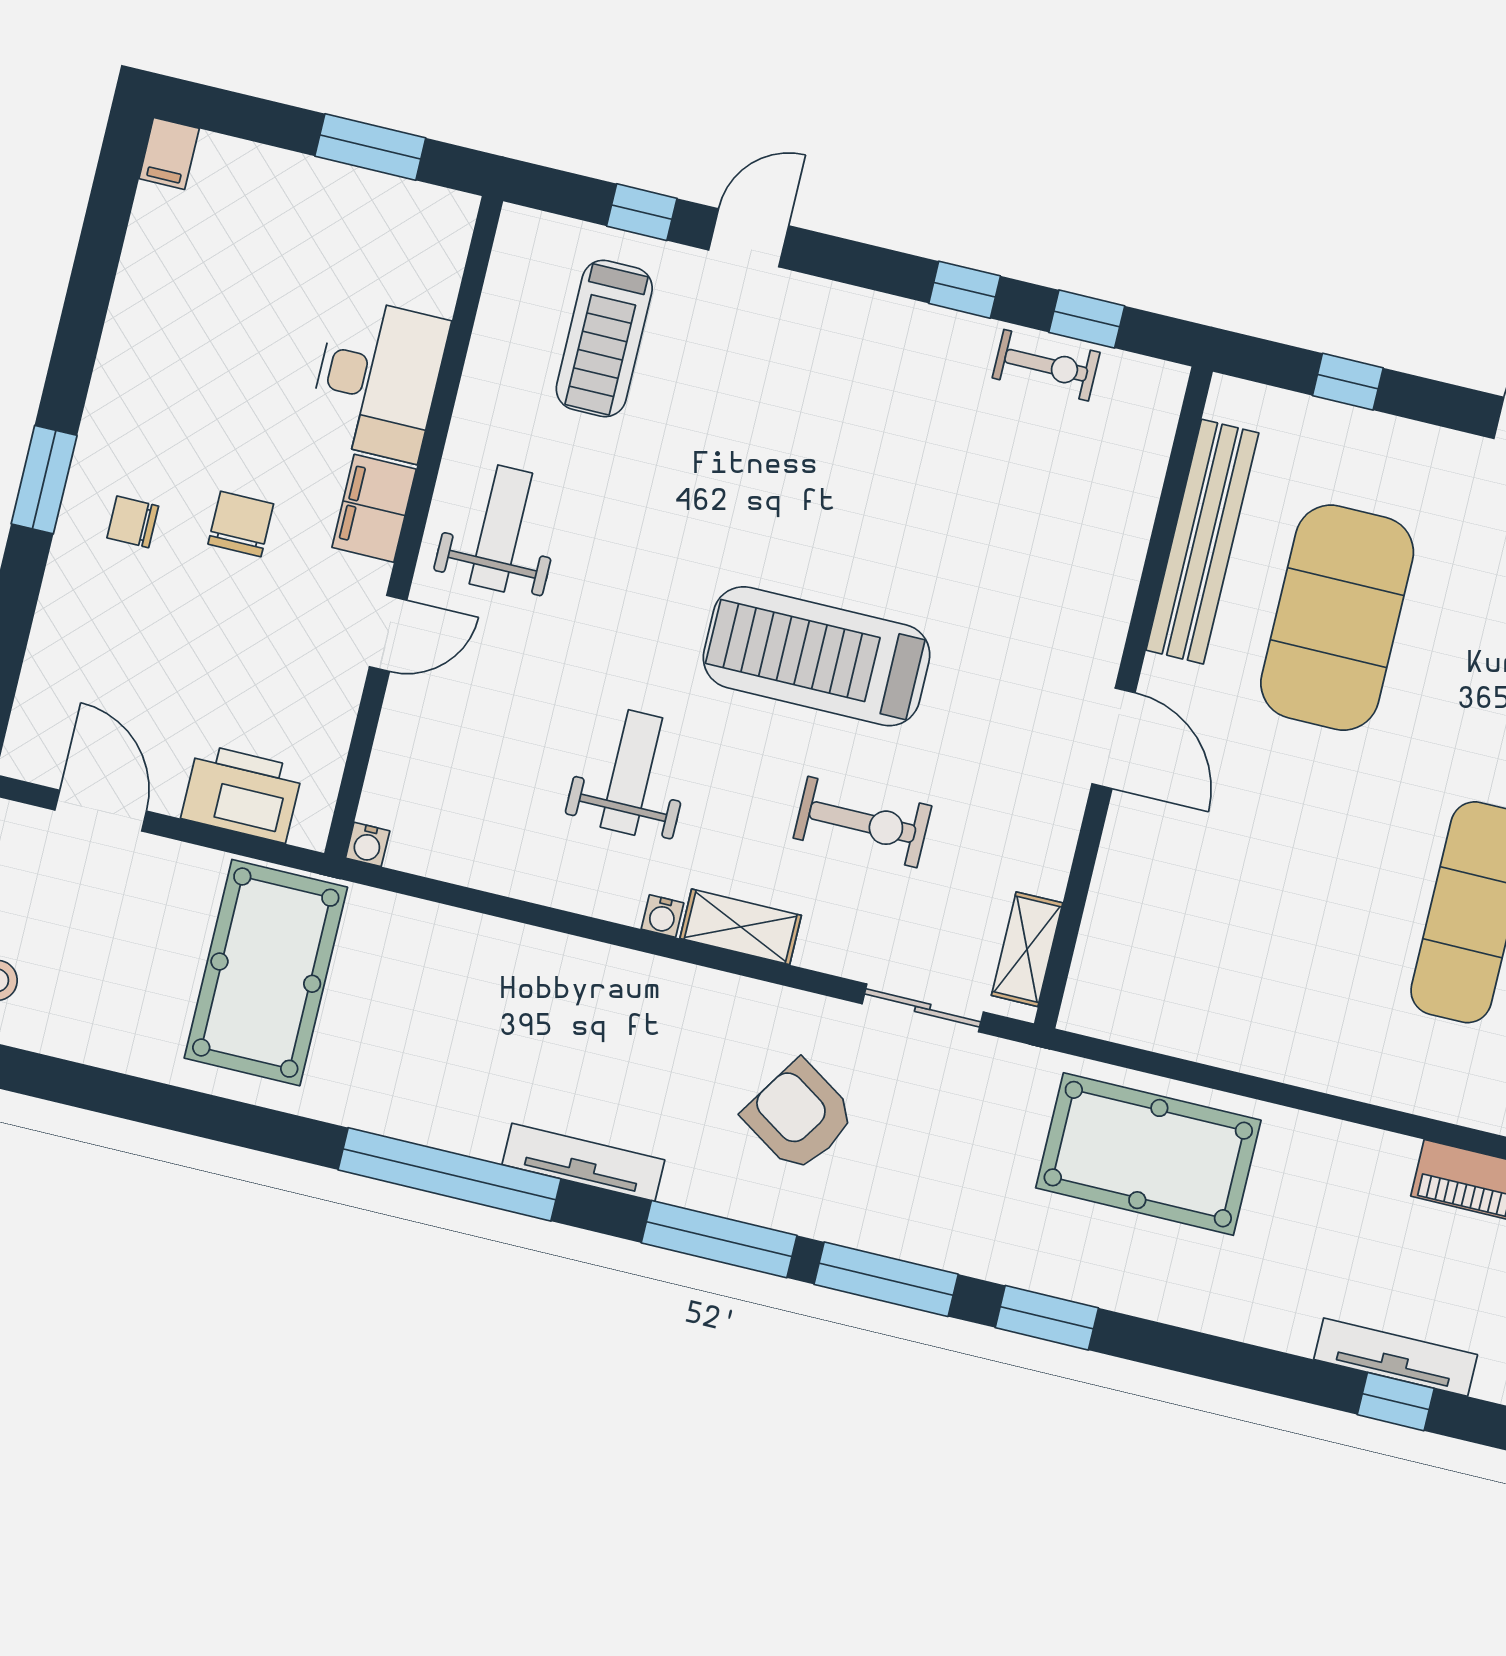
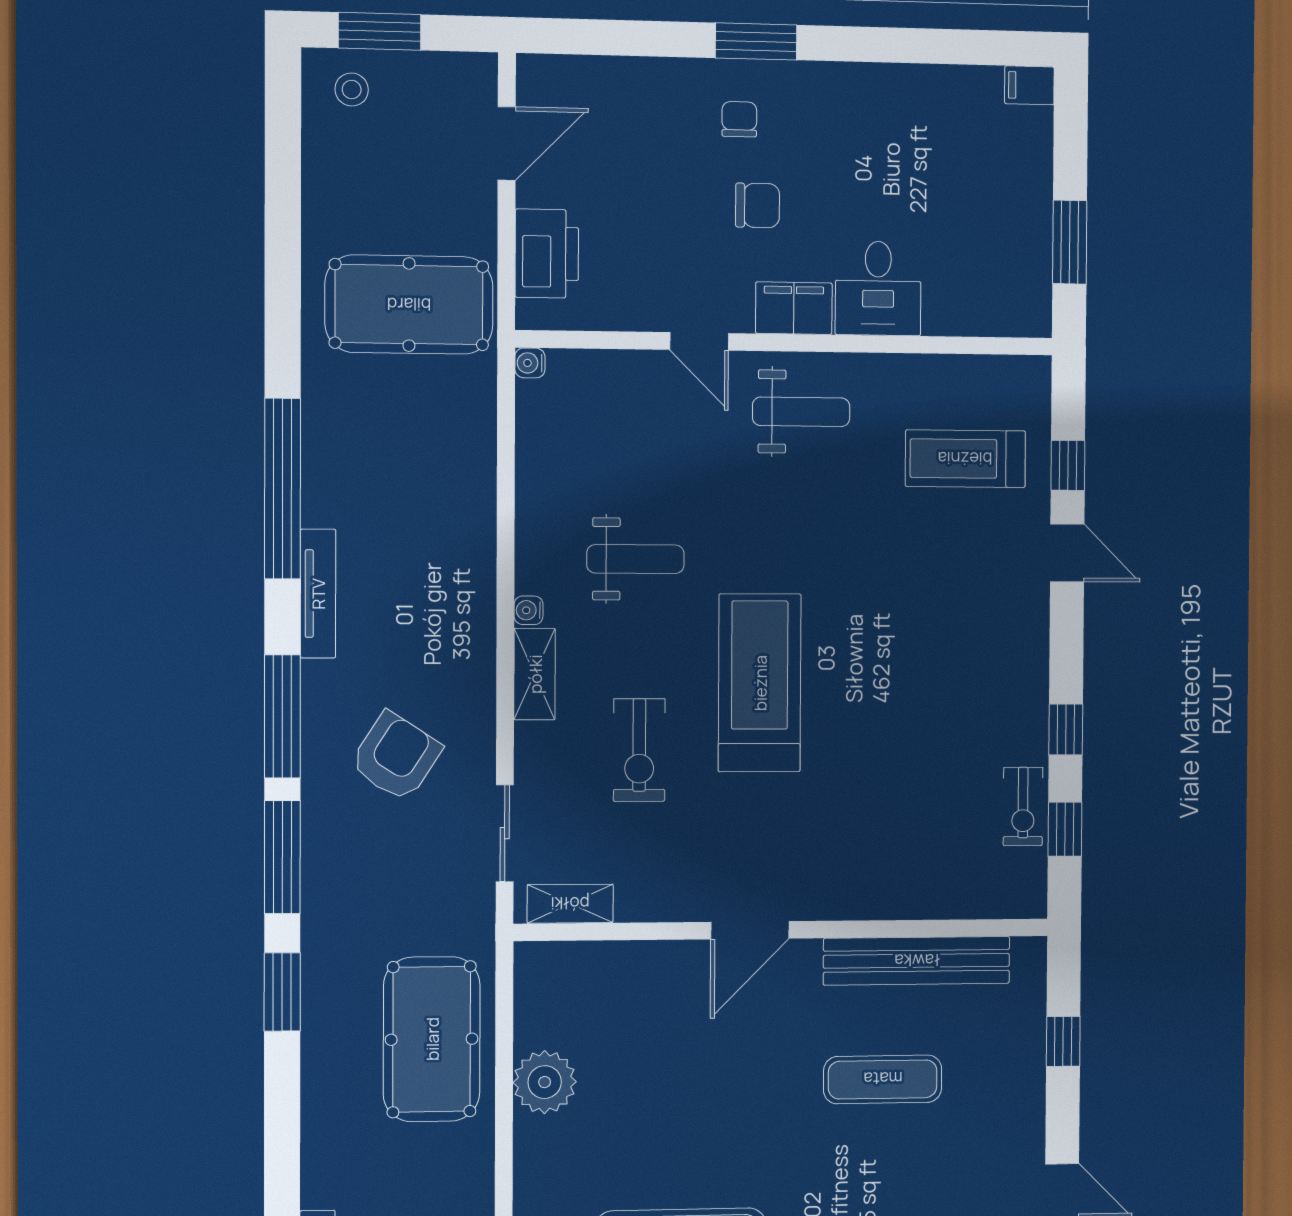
desk: (378, 379) -> (878, 288), width x0.73
exercise mat: (1337, 618) -> (883, 1079), width x0.50, depth x0.69
plant: (1235, 1031) -> (545, 1082), added

